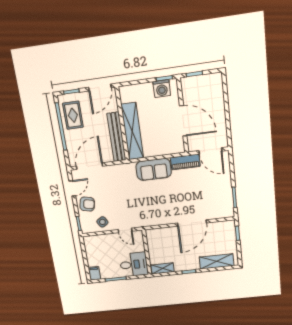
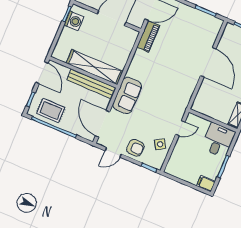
sofa: (154, 169) -> (127, 95), moved
door: (72, 188) -> (113, 152), swing flipped
armchair: (87, 204) -> (135, 148), turned 78

